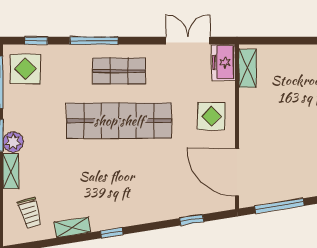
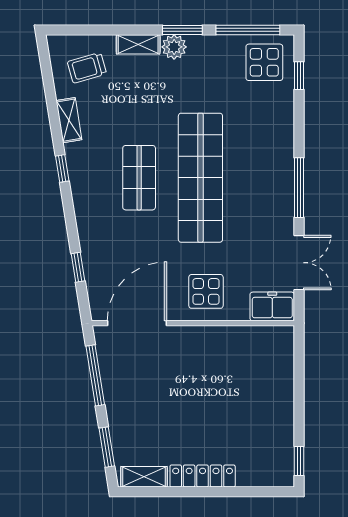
window: (94, 41) -> (299, 188), moved
shelving: (248, 68) -> (265, 336), removed
shop shelf: (119, 71) -> (139, 178), moved

